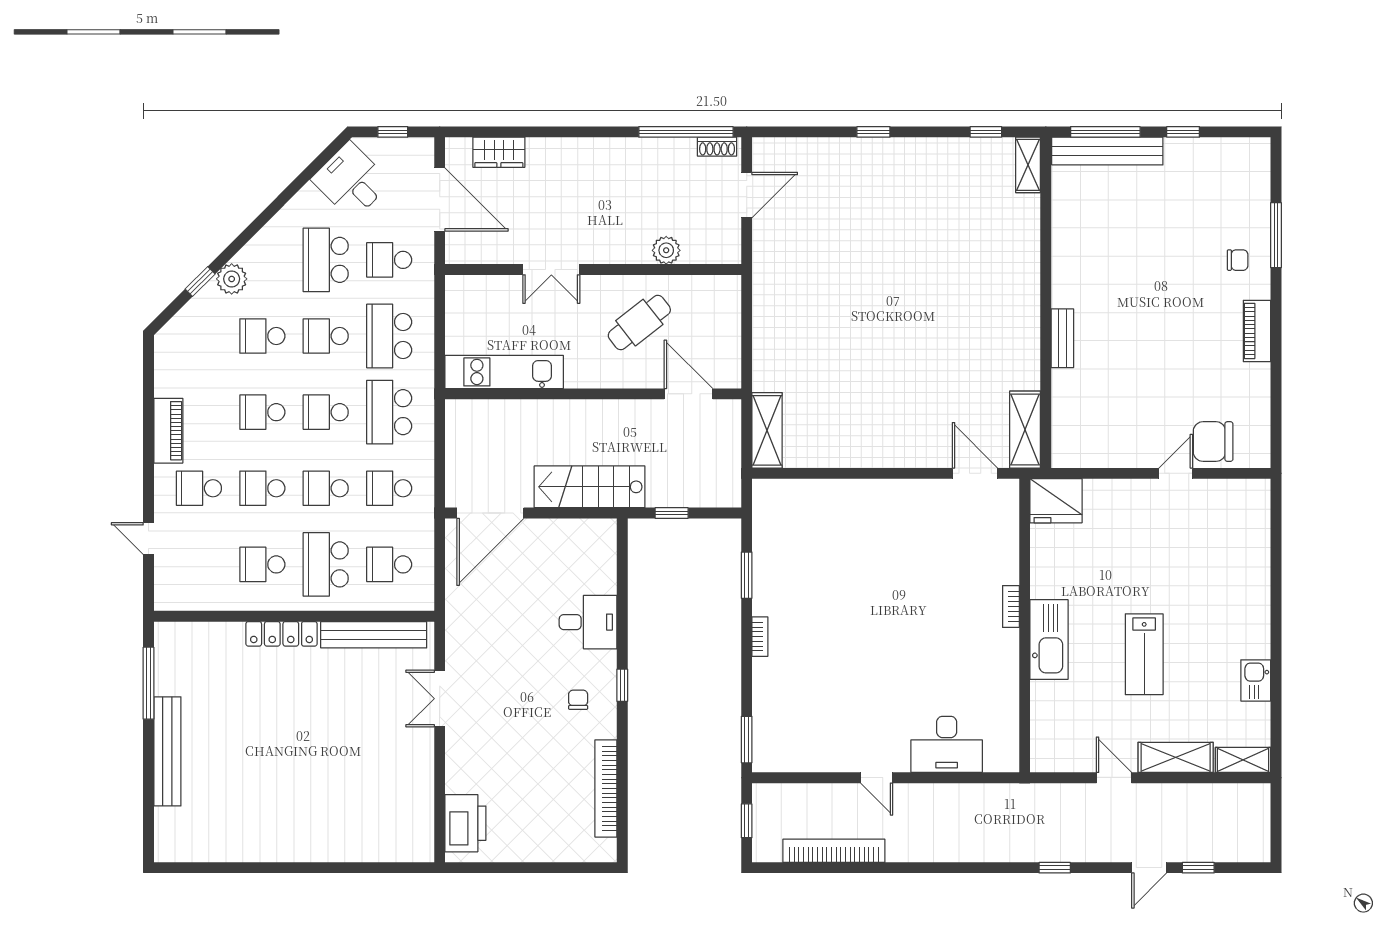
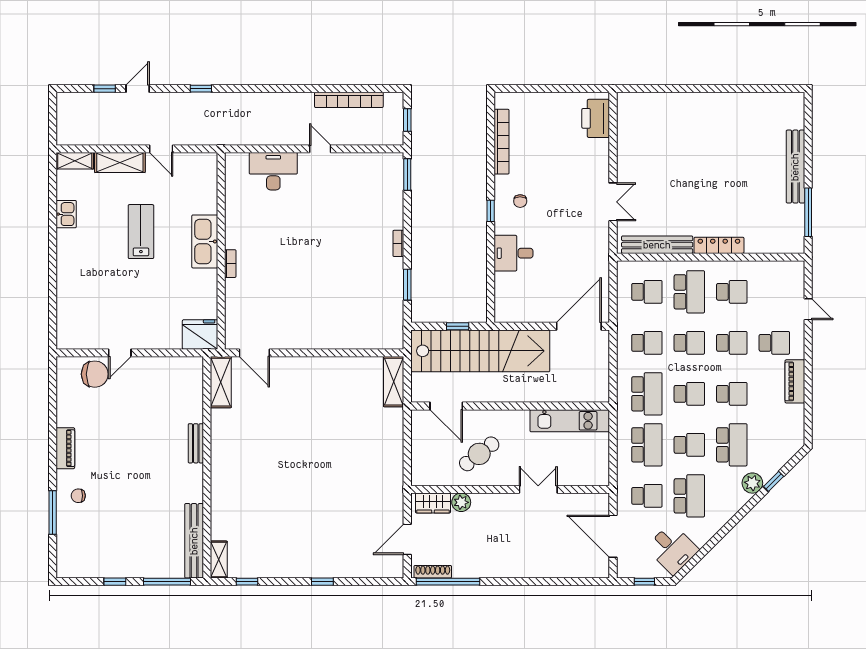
shoe rack: (717, 147) -> (433, 572), width x1.43
bench: (1107, 151) -> (194, 541), moved, turned 90
wardrobe: (499, 152) -> (433, 503), moved, turned 180
school desk: (262, 336) -> (732, 445), width x1.85
stairs: (590, 487) -> (481, 351), width x1.86, depth x1.51

